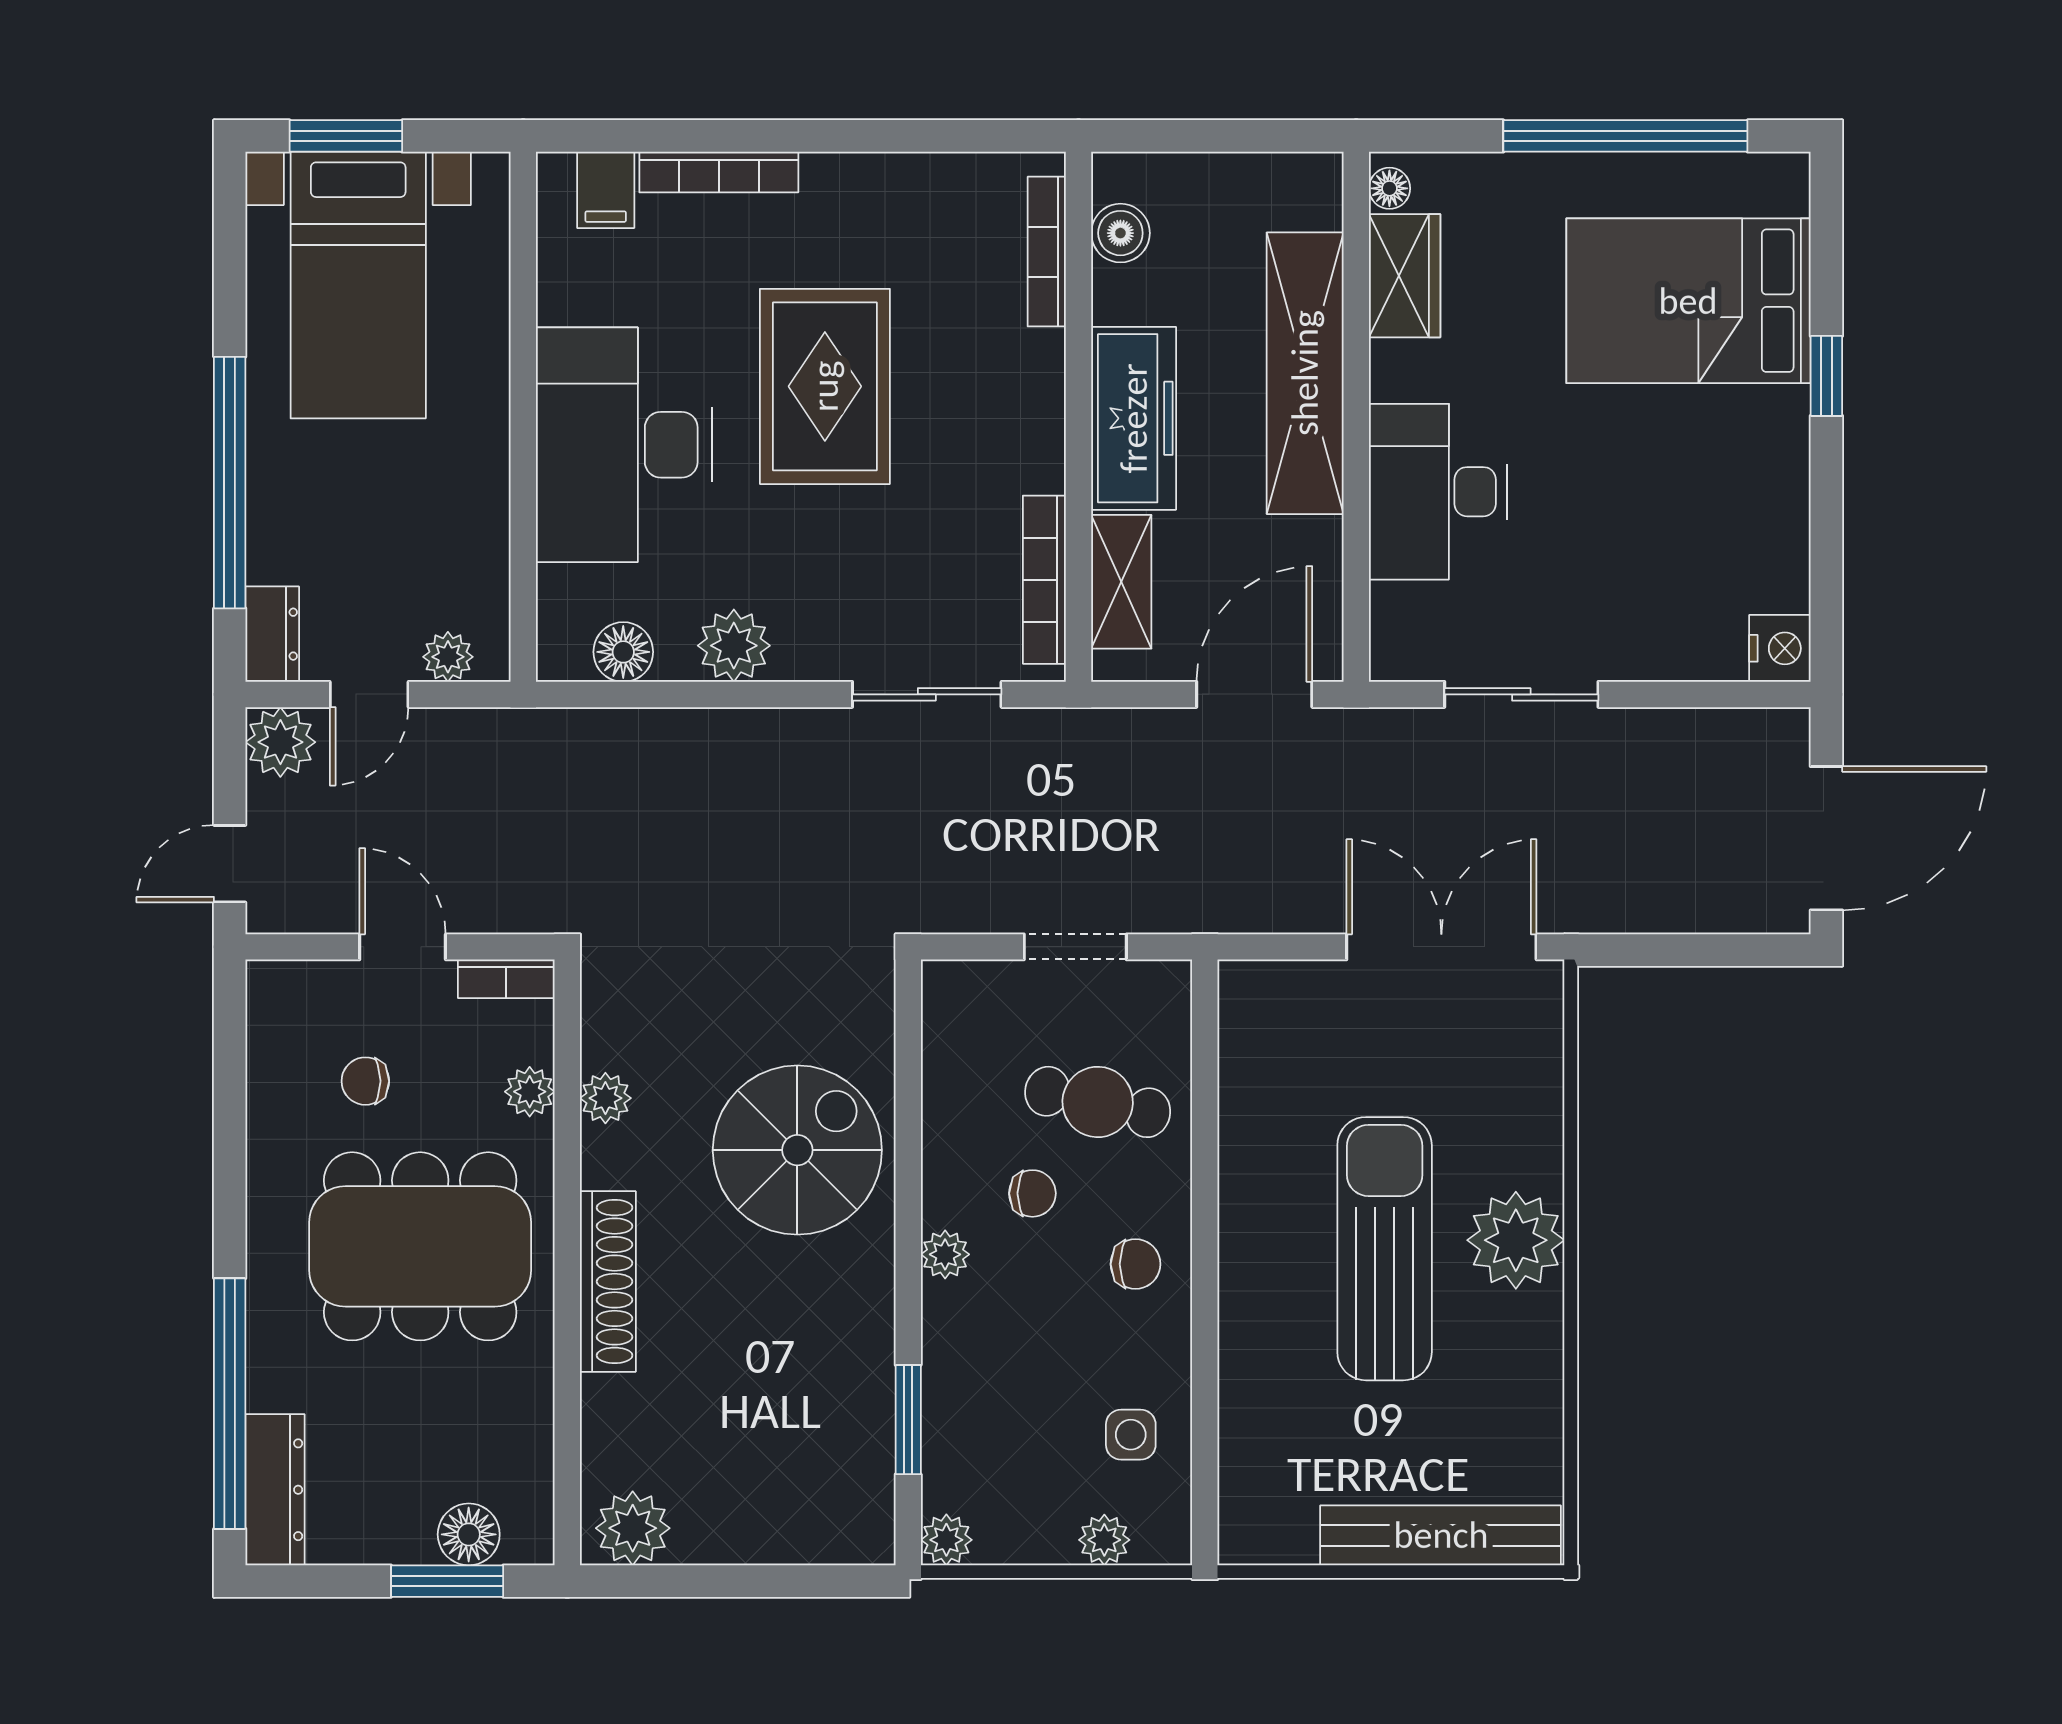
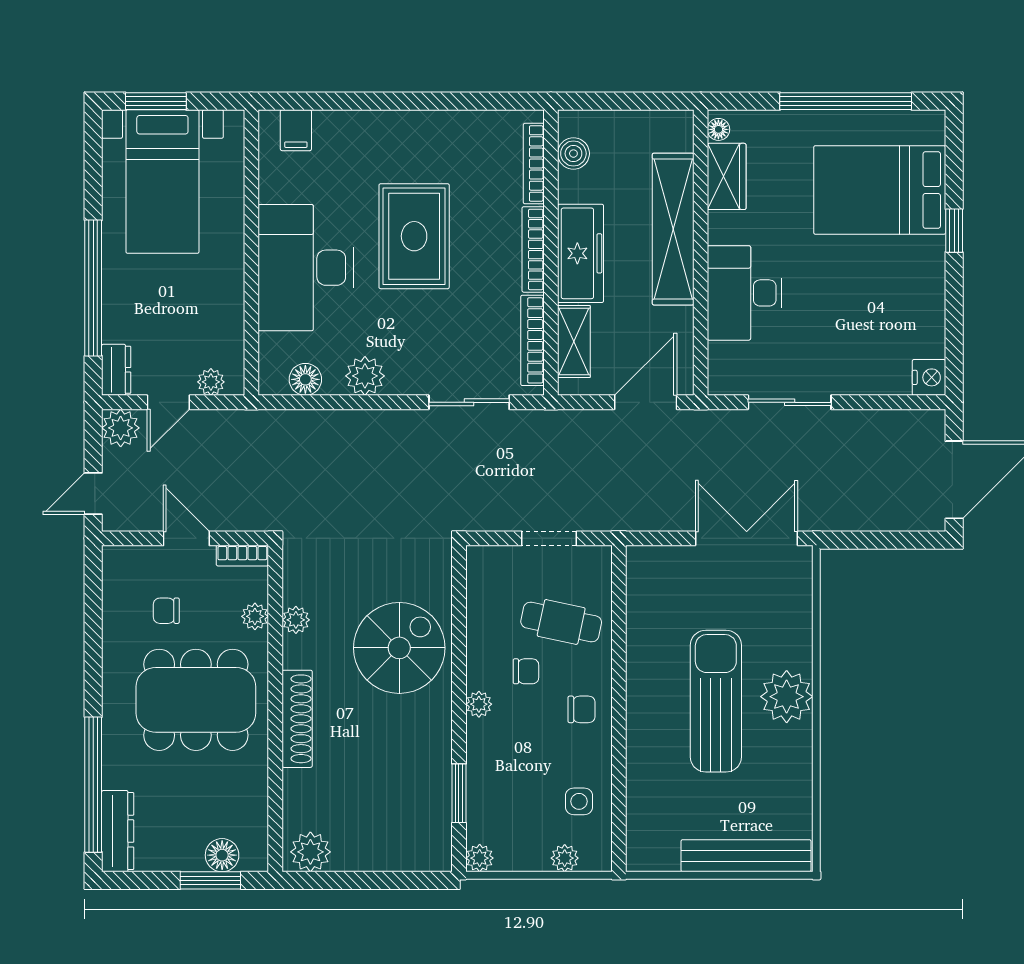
bookcase: (719, 172) -> (533, 249), moved, turned 90

